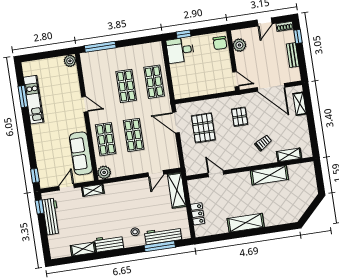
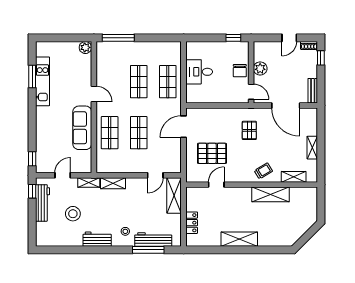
window: (183, 34) -> (233, 38), moved
chair: (220, 43) -> (240, 71), moved
plant: (239, 45) -> (260, 68), moved
desk: (180, 50) -> (199, 72), moved
bench: (293, 55) -> (313, 91), moved
shelving: (300, 104) -> (312, 148), moved
door: (176, 123) -> (184, 127), hinge flipped
pallet: (203, 128) -> (212, 153), moved, turned 90
trolley: (263, 143) -> (263, 171), moved
sofa: (81, 153) -> (82, 128), moved
plant: (104, 172) -> (103, 166), removed
door: (216, 174) -> (216, 185), hinge flipped
stool: (82, 222) -> (73, 214), added
shelving: (83, 249) -> (113, 183), moved

